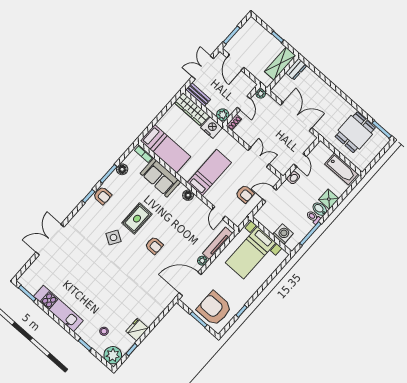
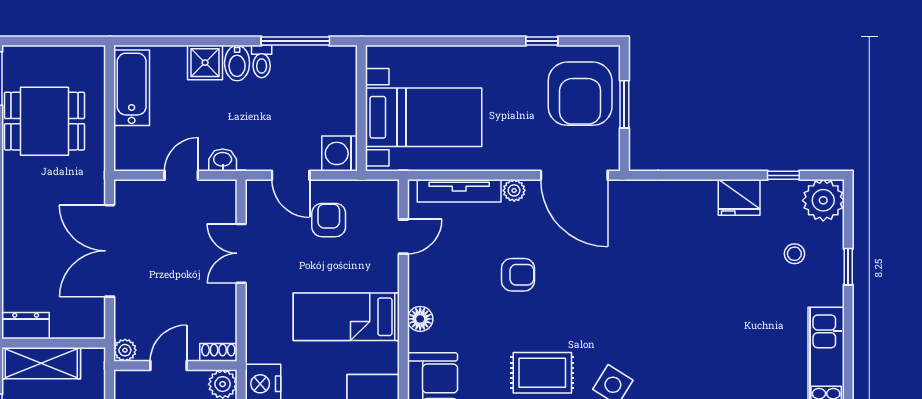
washing machine: (283, 234) -> (340, 153), moved
armchair: (154, 246) -> (518, 275), moved, turned 90

